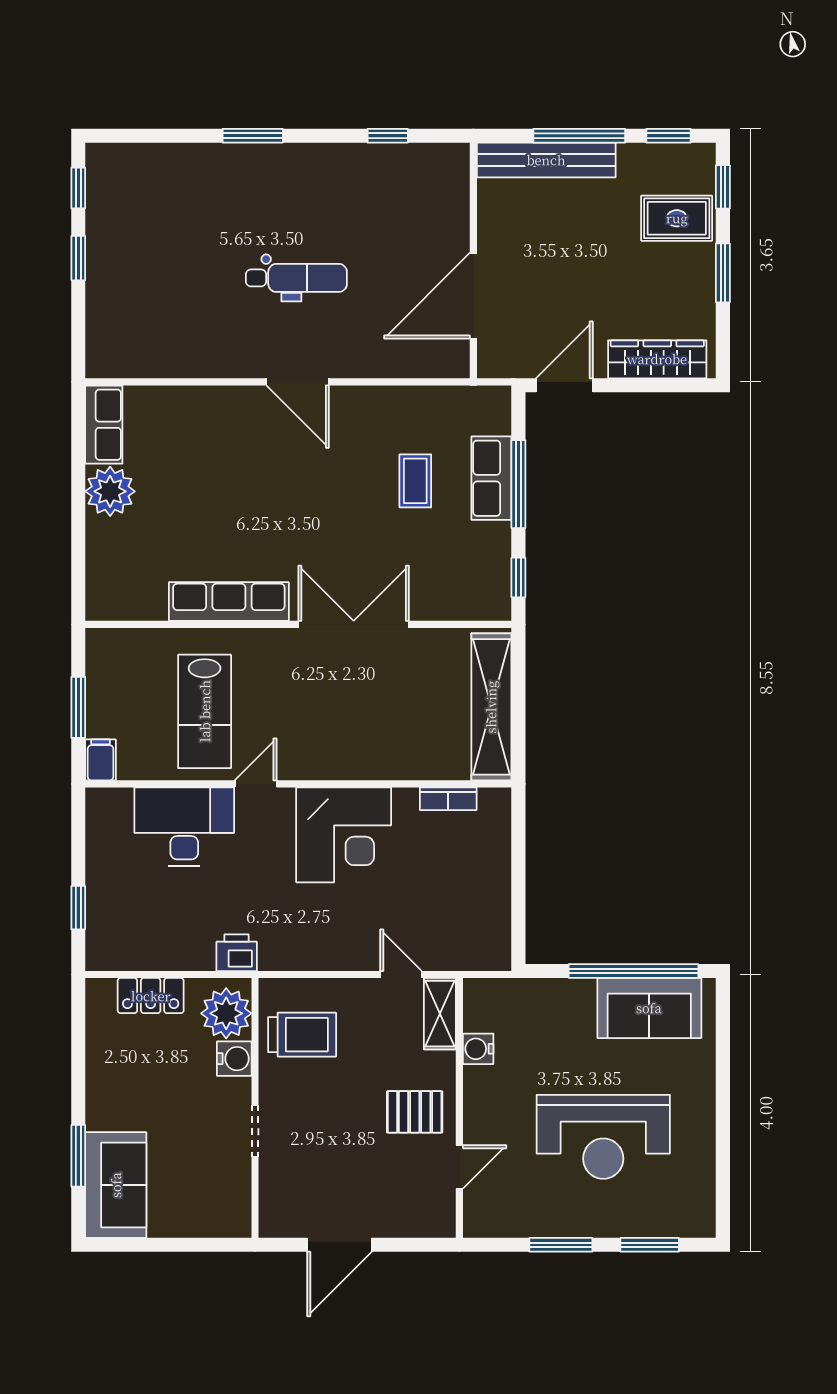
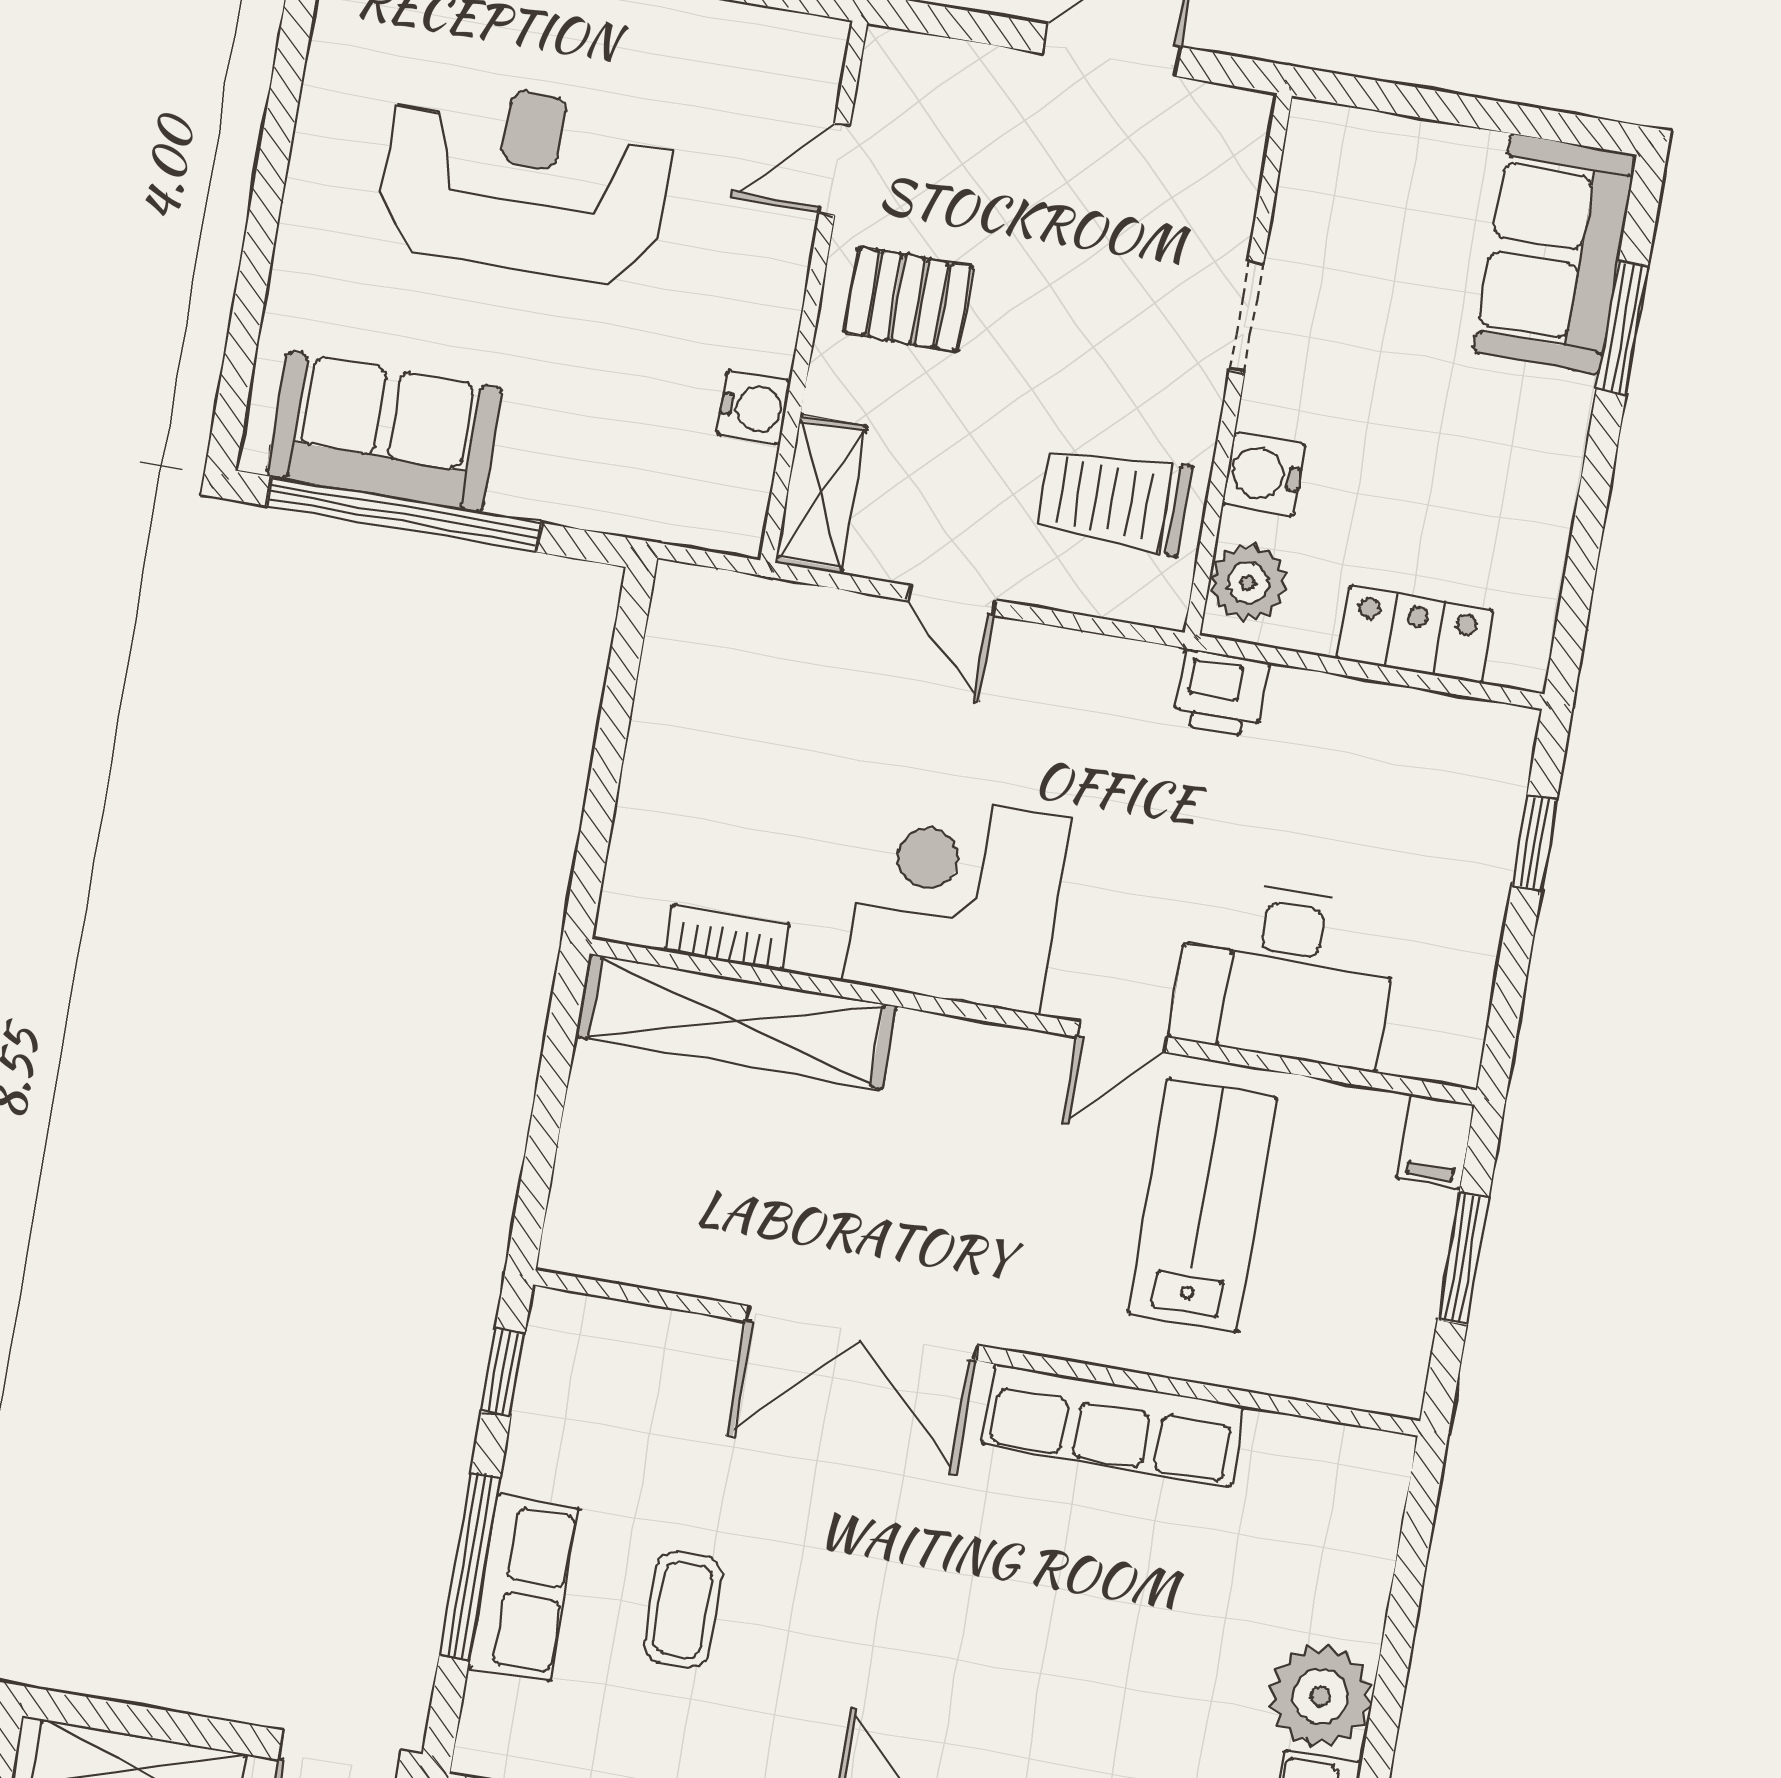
shelving: (491, 707) -> (737, 1021), moved, turned 90
door: (401, 974) -> (952, 601), moved
plant: (226, 1013) -> (1248, 583), width x0.73, depth x0.73

